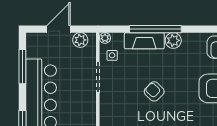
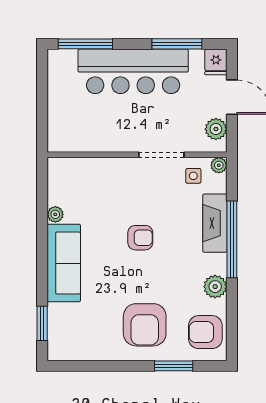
fridge: (35, 40) -> (216, 62), added
plant: (173, 40) -> (215, 287), moved
armchair: (154, 91) -> (140, 238), turned 46

